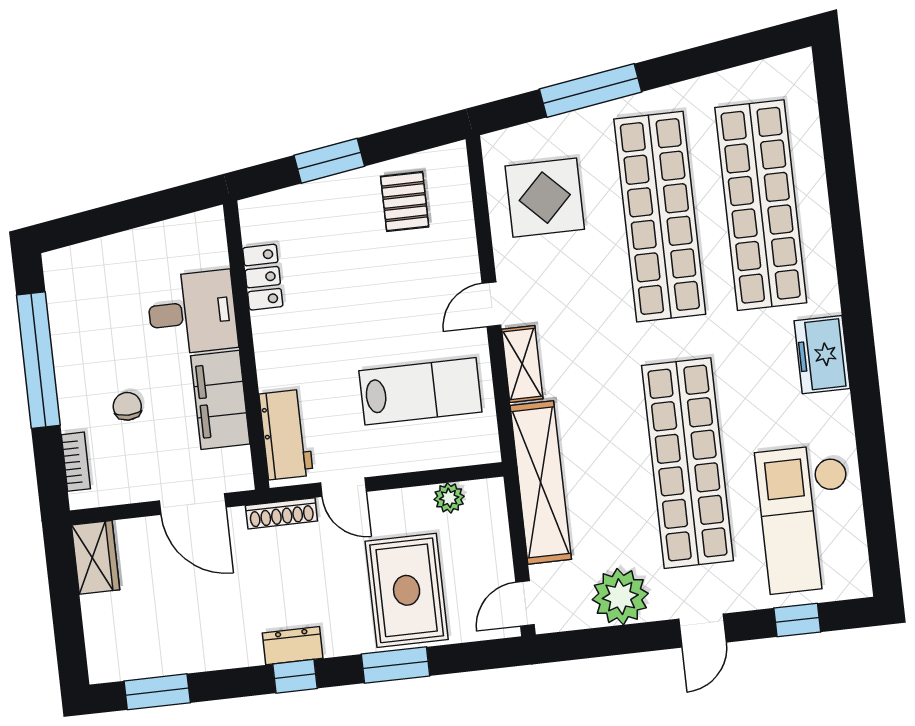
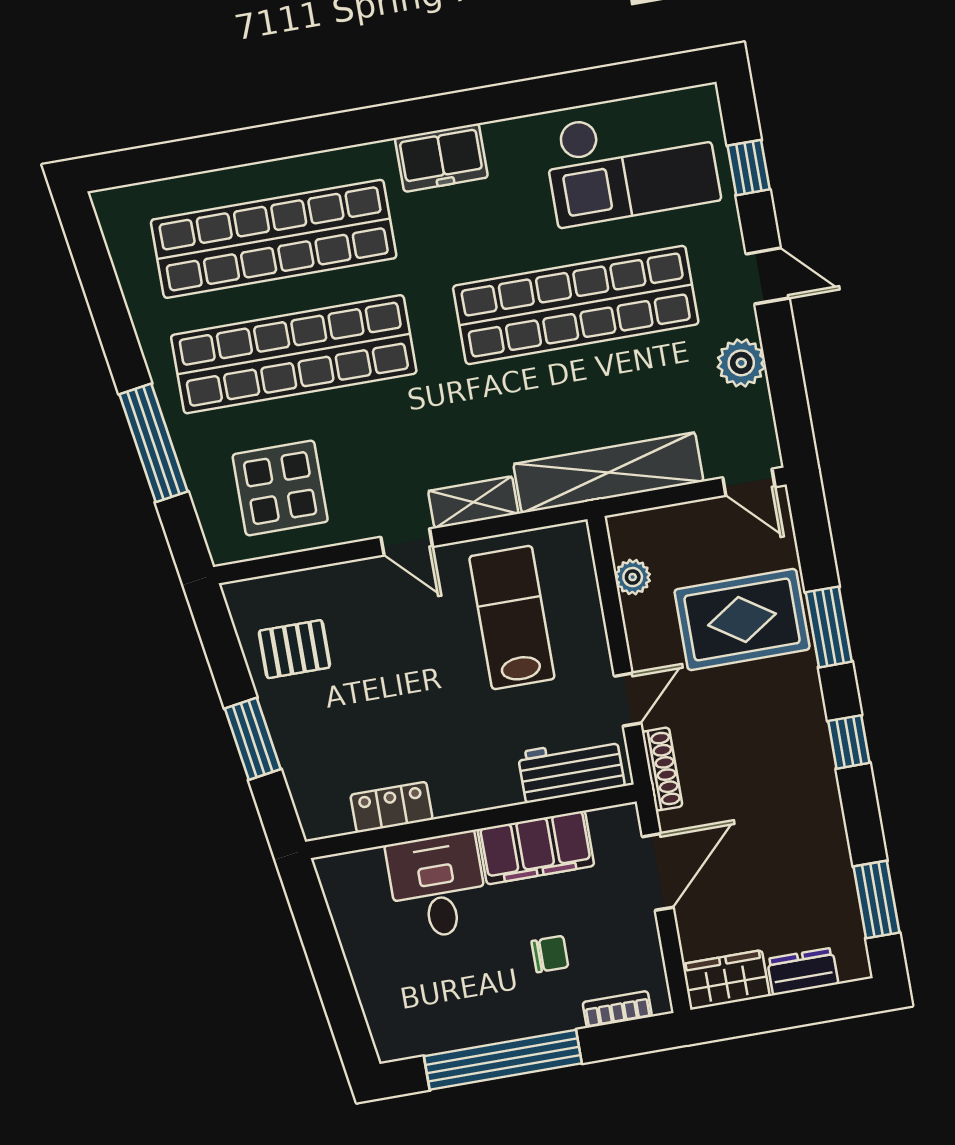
chair: (127, 406) -> (550, 954), turned 180
plant: (620, 597) -> (741, 363), width x0.73, depth x0.73
dresser: (293, 646) -> (803, 971), moved, turned 90

